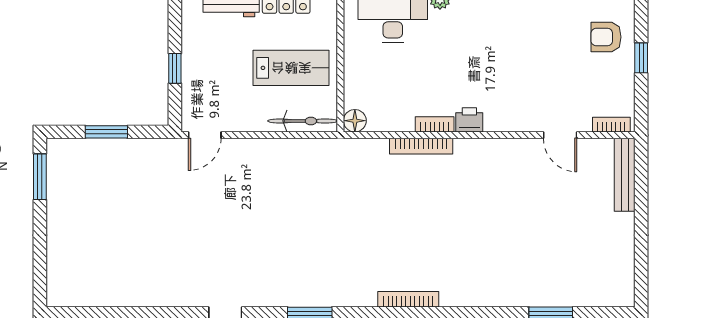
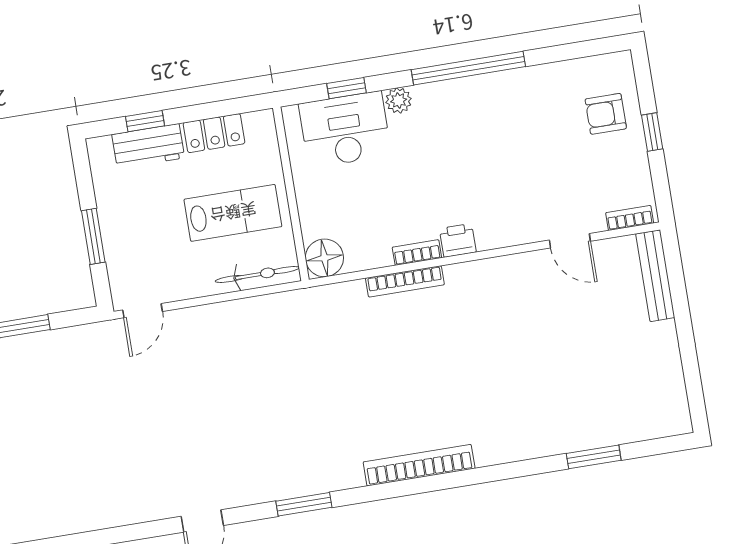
window: (175, 68) -> (93, 236), width x1.50
floor lamp: (355, 121) -> (324, 258), width x1.38, depth x1.38
bookcase: (408, 299) -> (419, 465), width x1.48, depth x1.31

